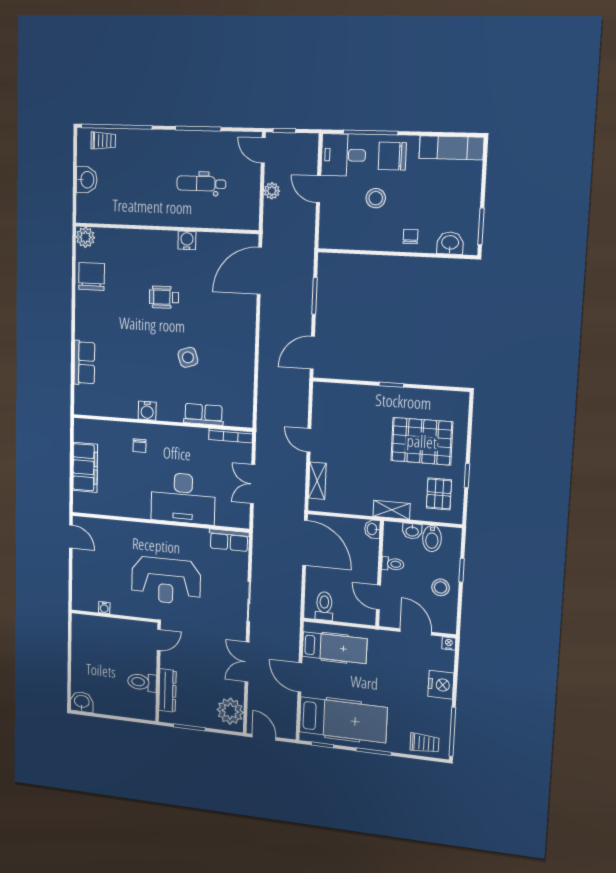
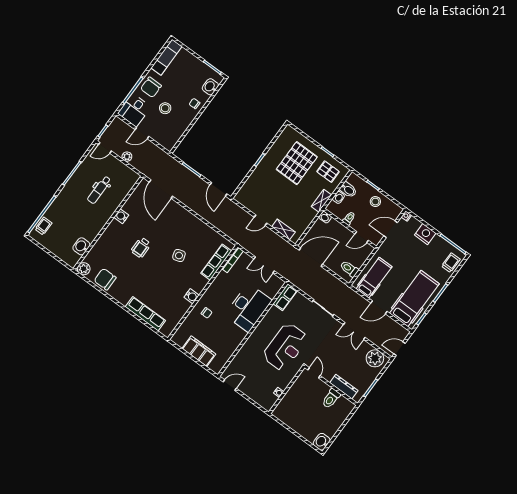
washbasin: (87, 180) -> (81, 246), moved, turned -90
row of seats: (84, 363) -> (145, 314), width x1.48
row of seats: (203, 414) -> (216, 262), width x1.48

